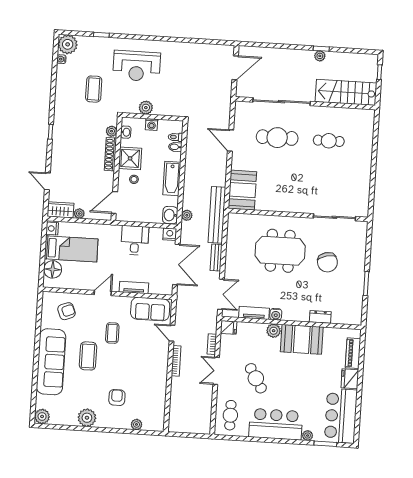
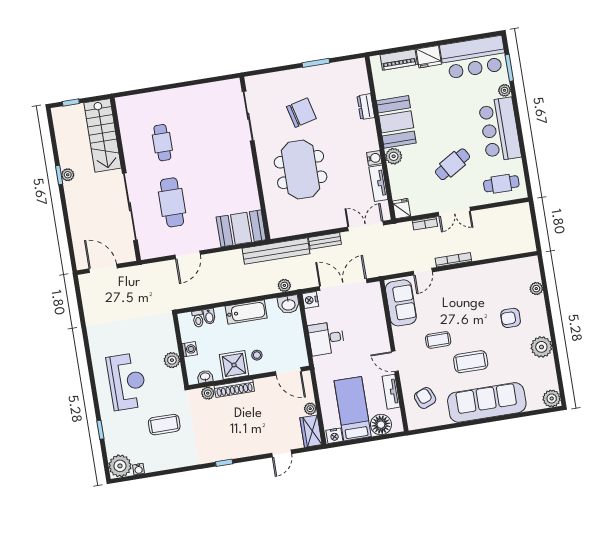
tv unit: (134, 288) -> (391, 392), moved

